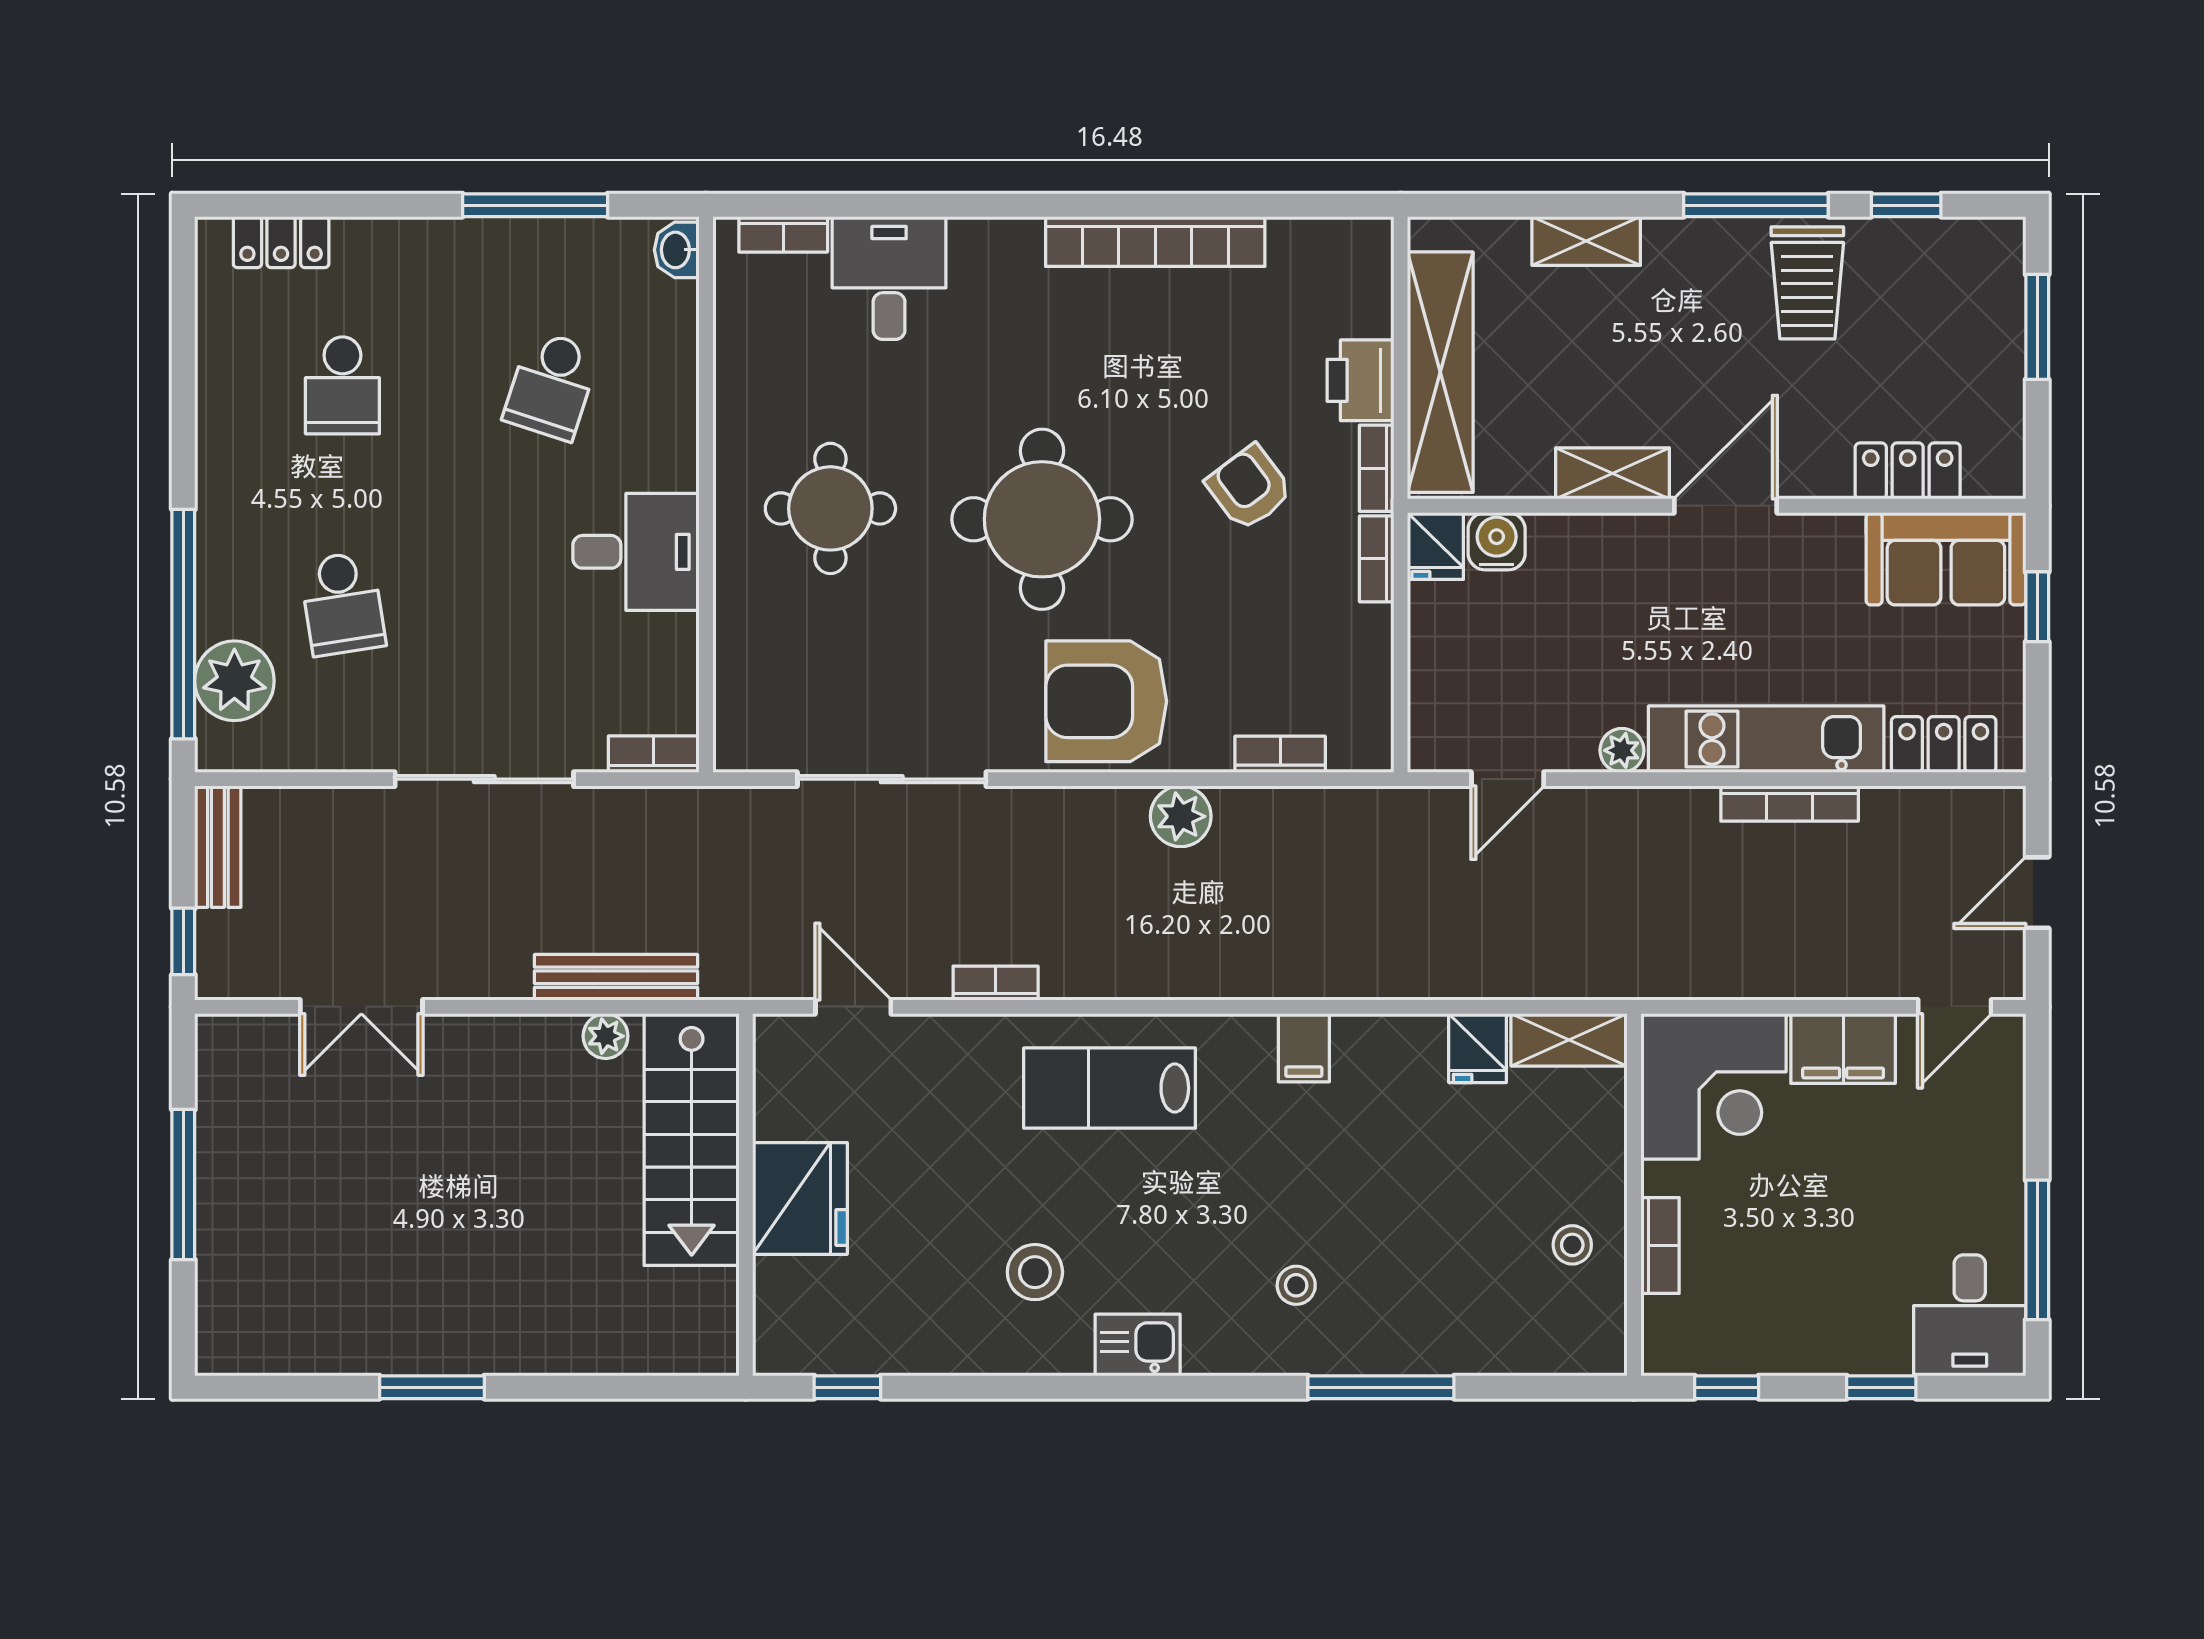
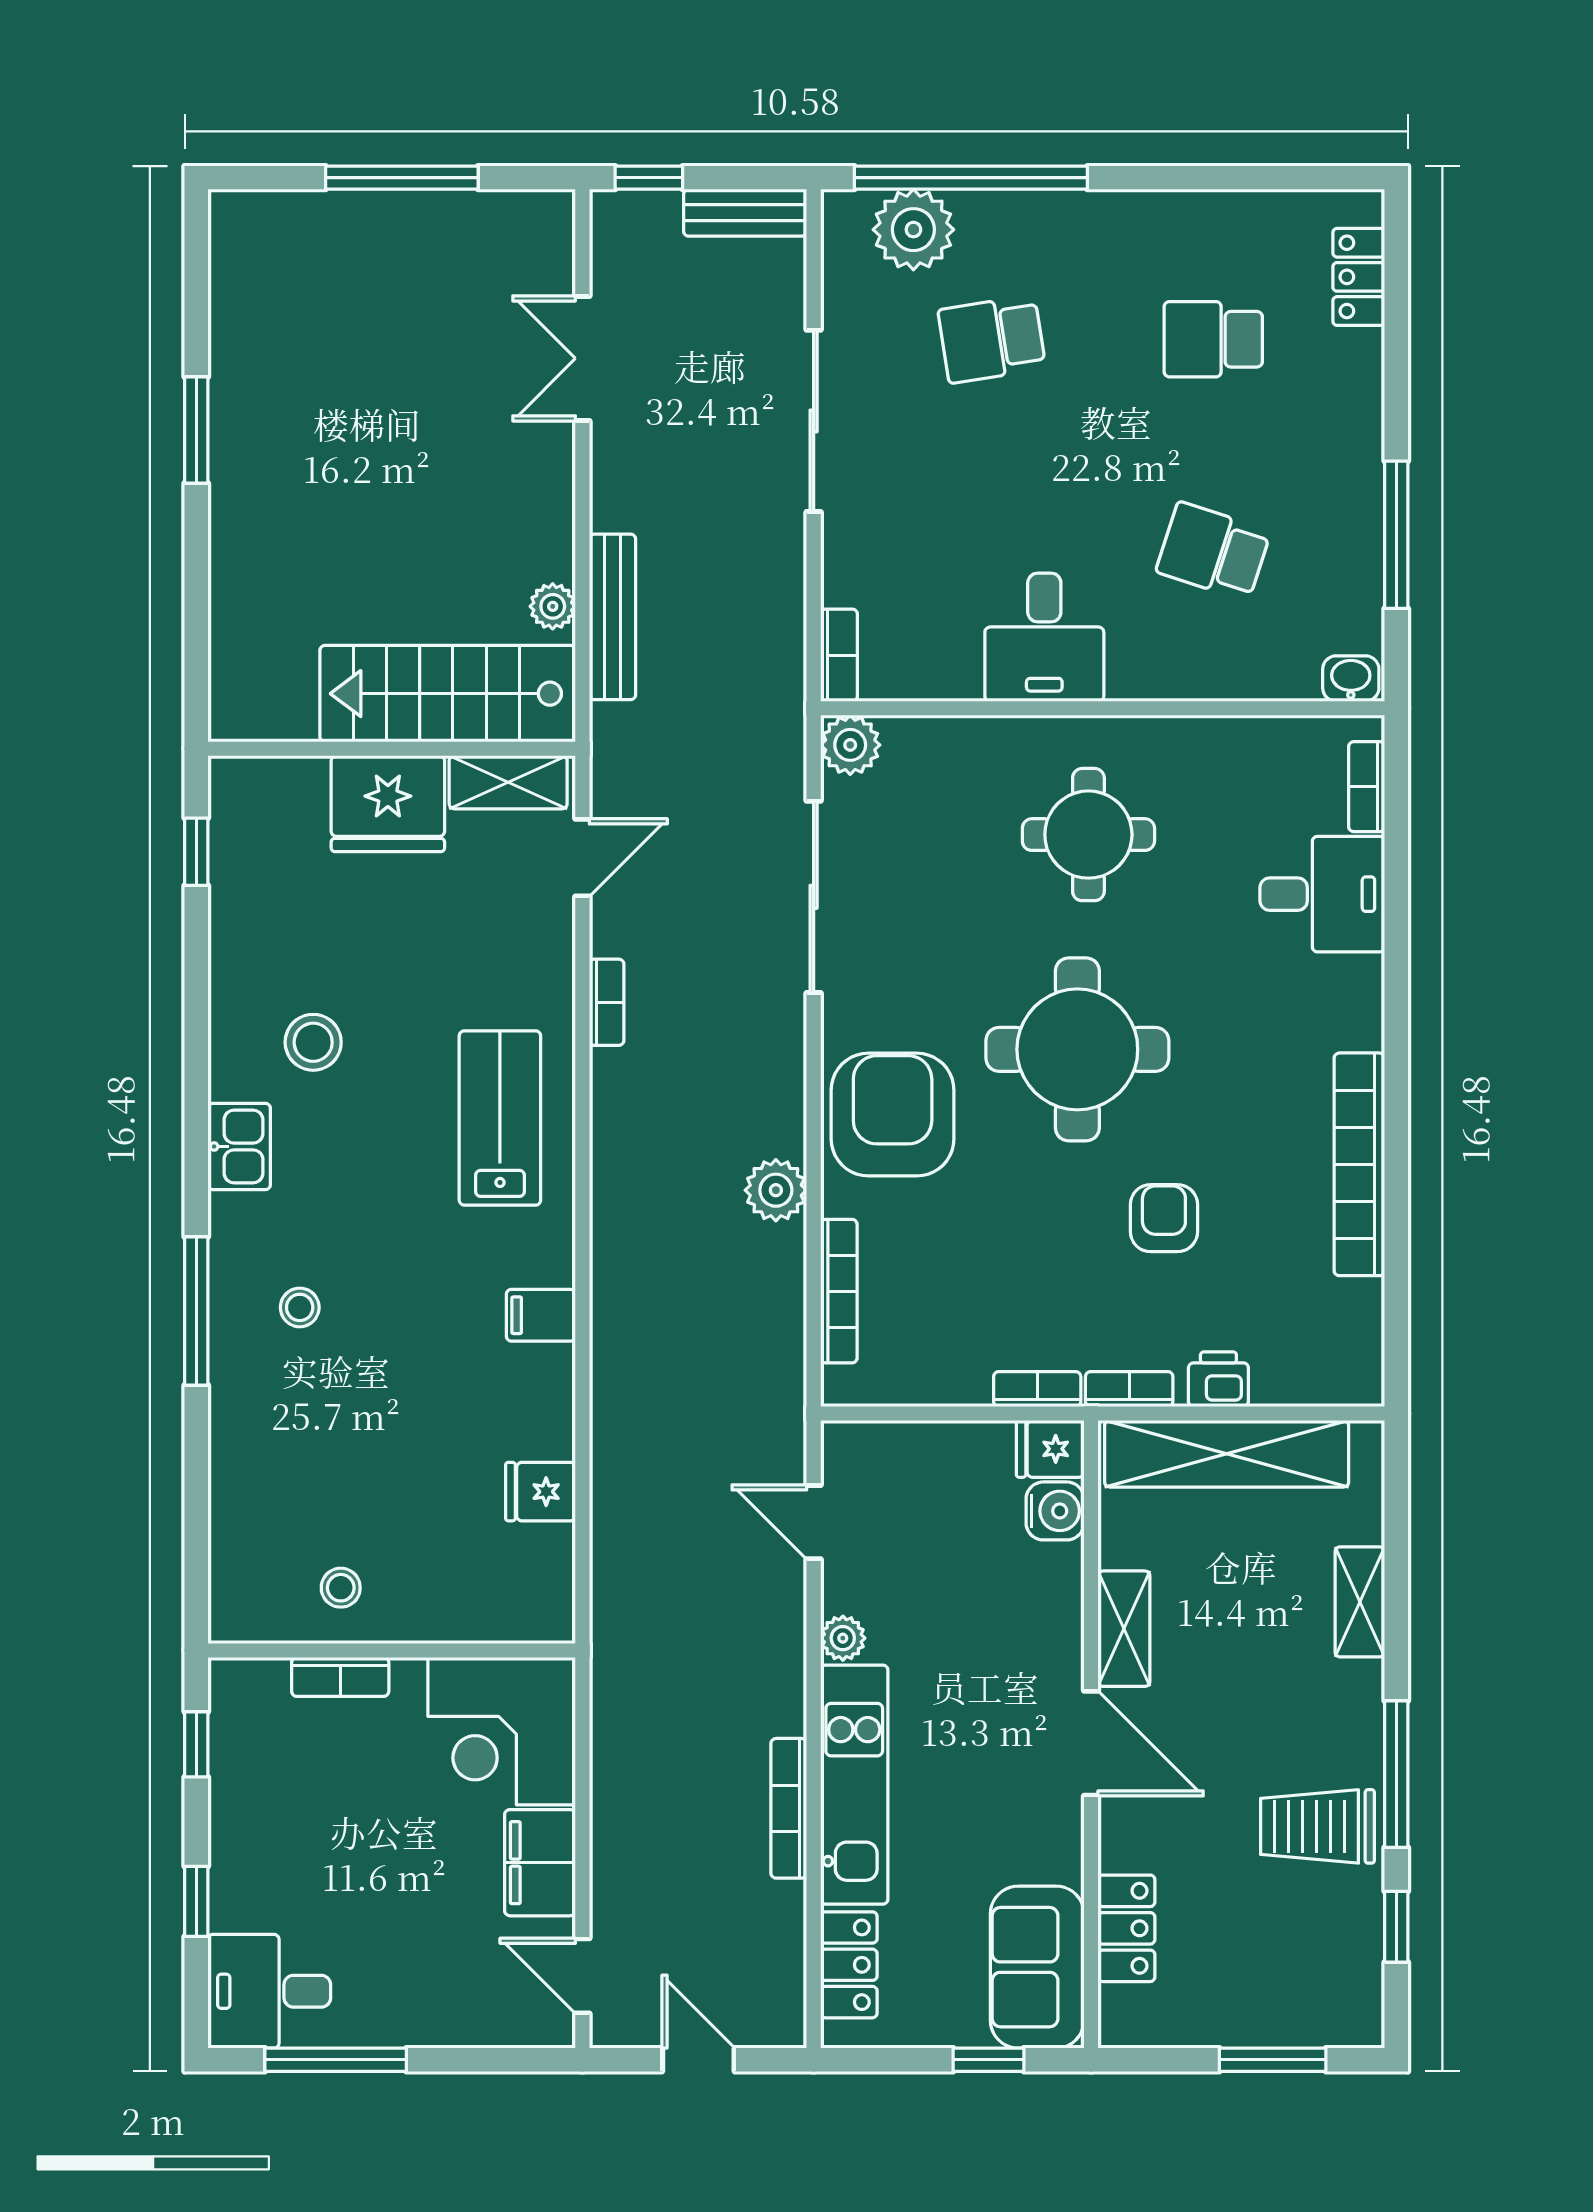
printer: (1360, 380) -> (1218, 1379), width x0.73, depth x0.81
armchair: (1249, 488) -> (1164, 1218), moved, turned -53
plant: (742, 743) -> (850, 745), added
bookcase: (1280, 754) -> (839, 1291), width x1.56
sliding door: (484, 779) -> (814, 421), moved
shelving: (1569, 1040) -> (508, 782), moved, turned 90
window: (1381, 1387) -> (196, 1311), moved

